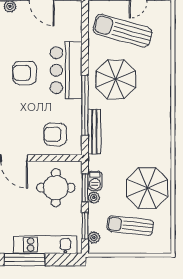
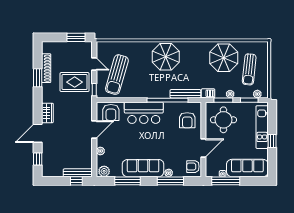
armchair: (25, 73) -> (111, 112), moved
parasol: (116, 79) -> (166, 57), moved
barbecue: (95, 181) -> (208, 93), moved
window: (25, 260) -> (272, 141), width x0.46

